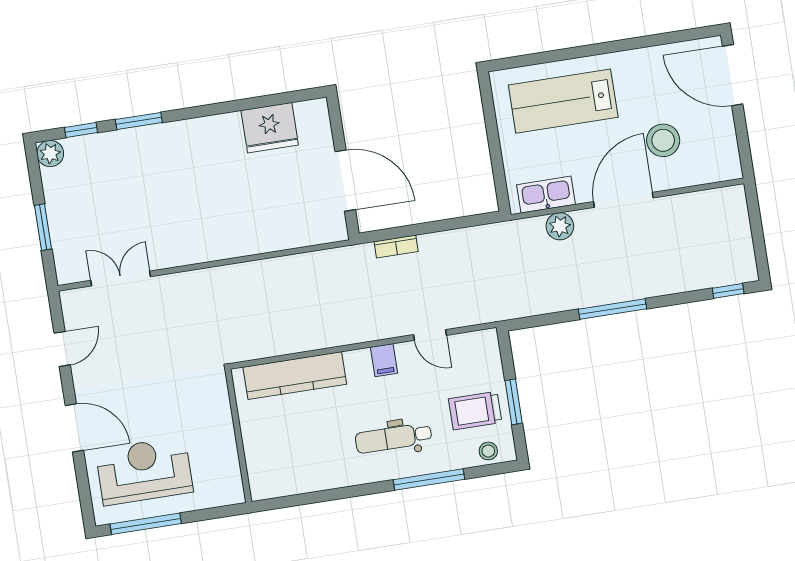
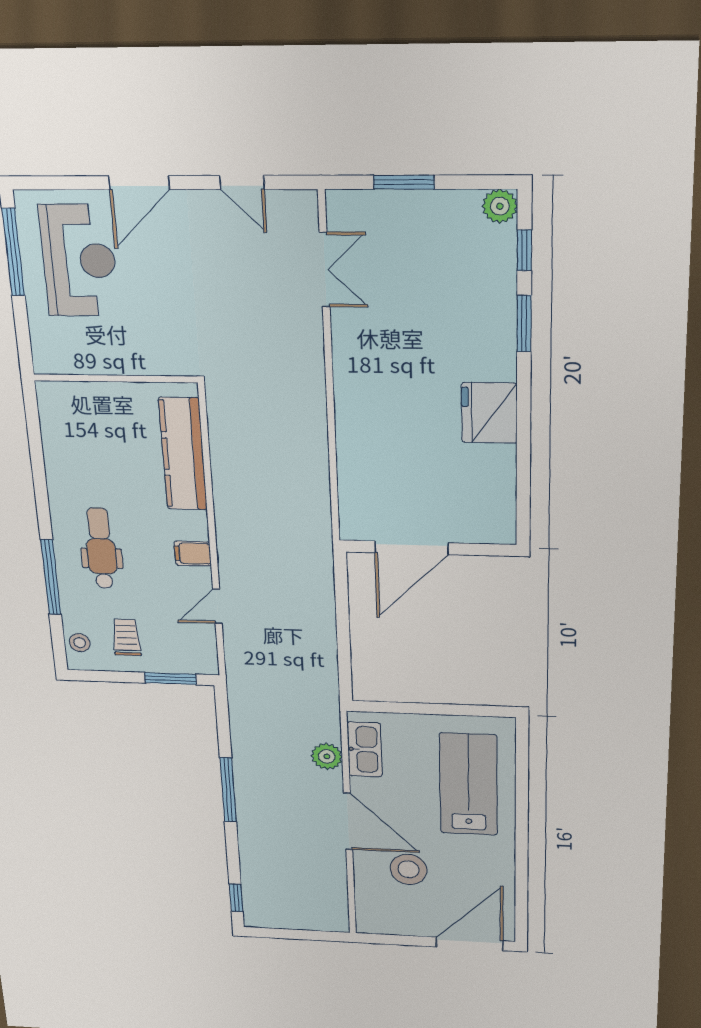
fridge: (270, 128) -> (489, 413), moved
bookcase: (396, 247) -> (325, 589), removed
window: (514, 402) -> (170, 679), moved
trolley: (475, 411) -> (126, 637), width x0.73, depth x0.72

